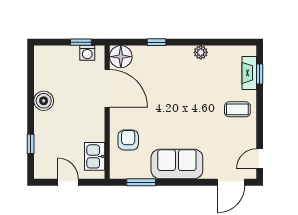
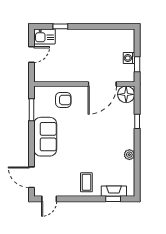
washing machine: (87, 53) -> (129, 58), moved
boiler: (44, 101) -> (93, 36), removed
kitchen sink: (95, 156) -> (44, 36), moved, turned 180
door: (260, 159) -> (49, 199), swing flipped

